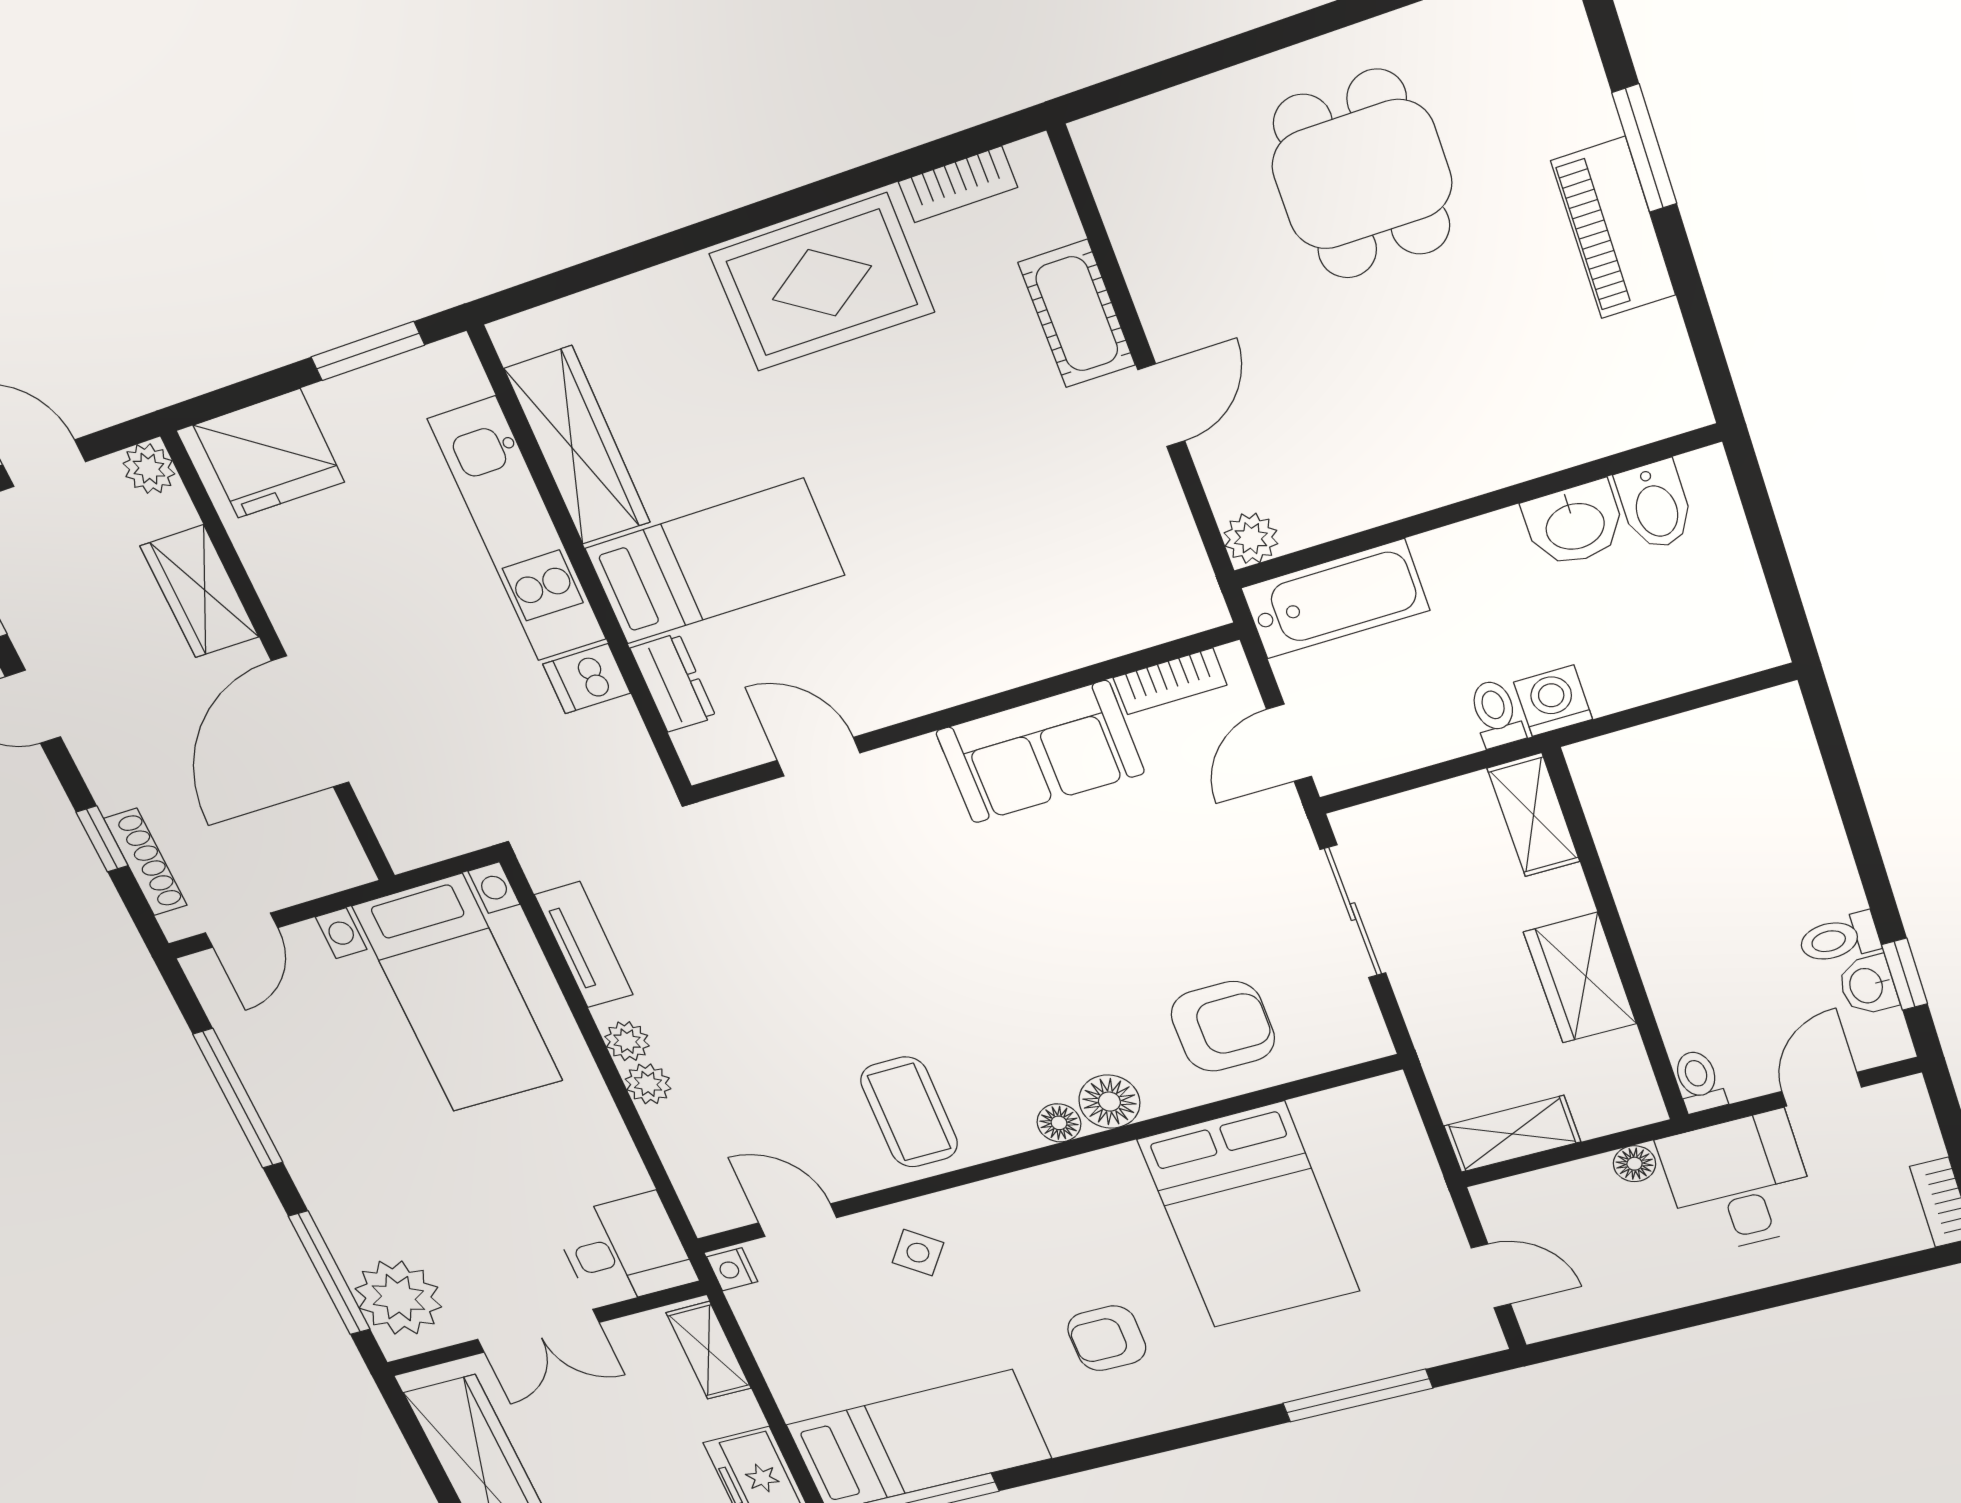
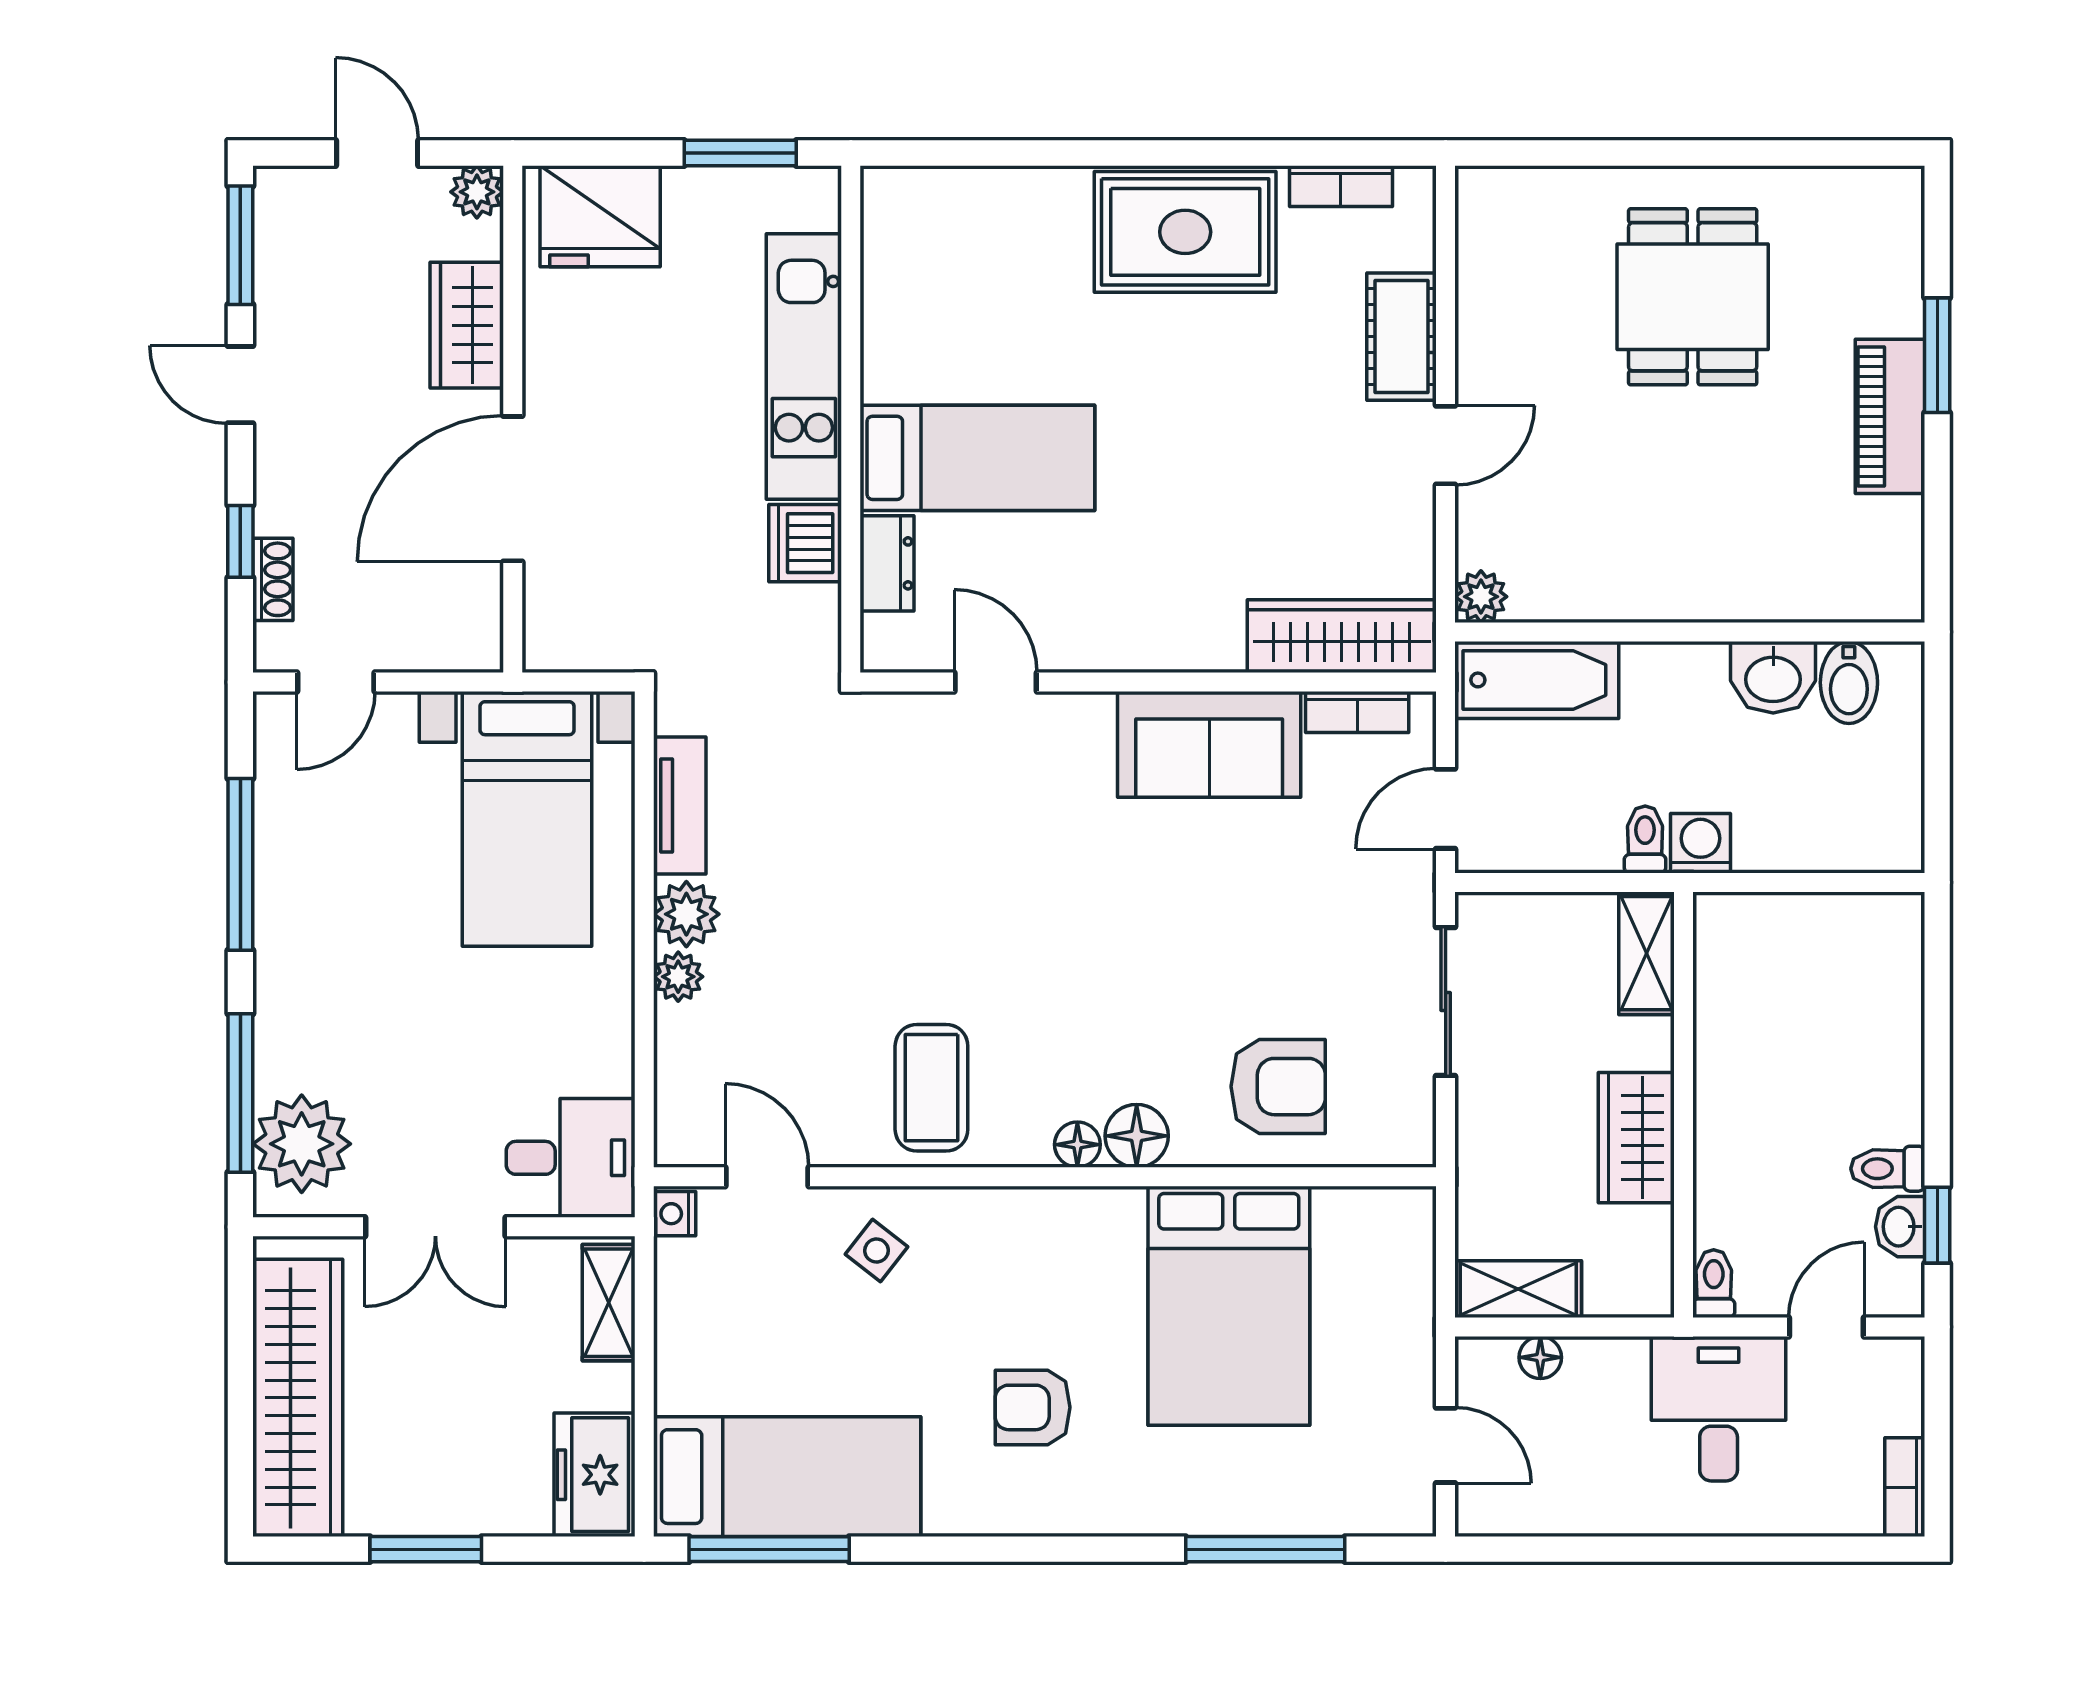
wardrobe: (577, 446) -> (1342, 636), moved, turned -90
dishwasher: (587, 679) -> (805, 543), width x1.38
shoe rack: (145, 862) -> (273, 579), width x0.70
plant: (627, 1041) -> (686, 914), width x1.38, depth x1.38
floor lamp: (1635, 1164) -> (1540, 1357), moved

